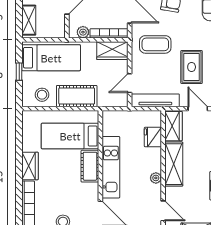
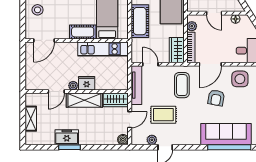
fridge: (153, 137) -> (87, 83), moved
kitchen unit: (111, 167) -> (103, 49), moved
door: (163, 211) -> (56, 92), moved

